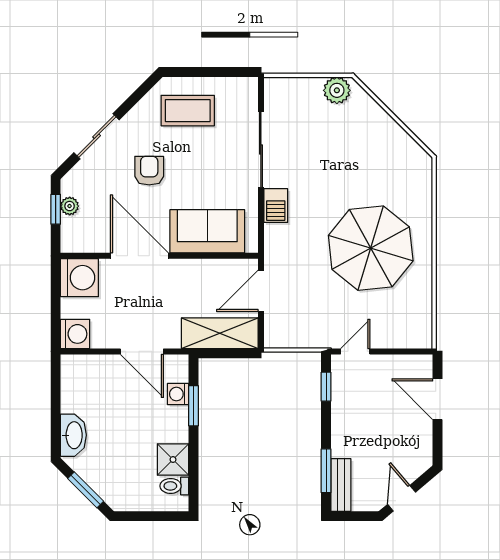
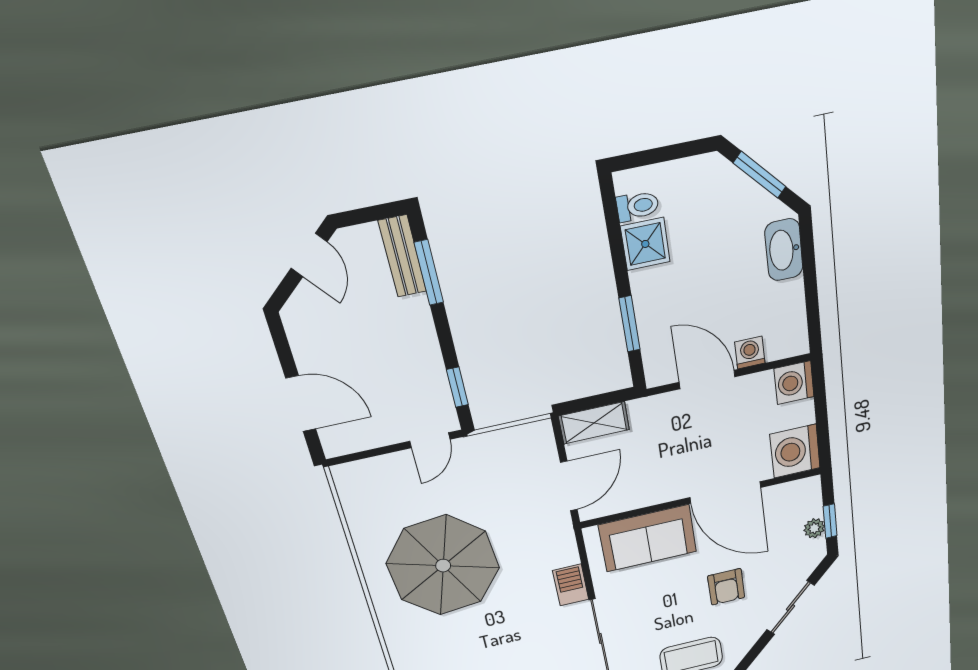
shelving: (220, 333) -> (594, 423), width x0.67, depth x0.75
washing machine: (178, 394) -> (750, 353), moved, turned -90

